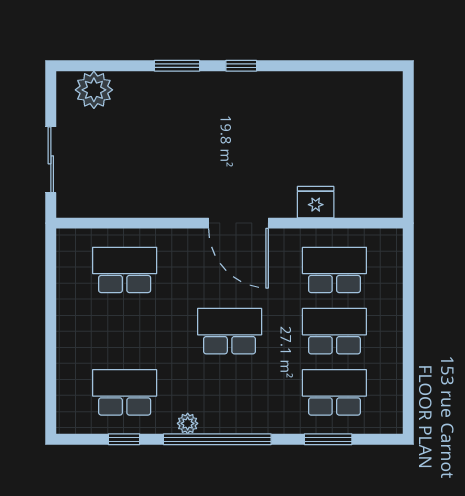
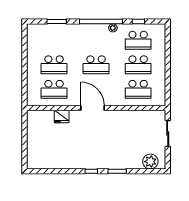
school desk: (334, 392) -> (138, 65), moved

